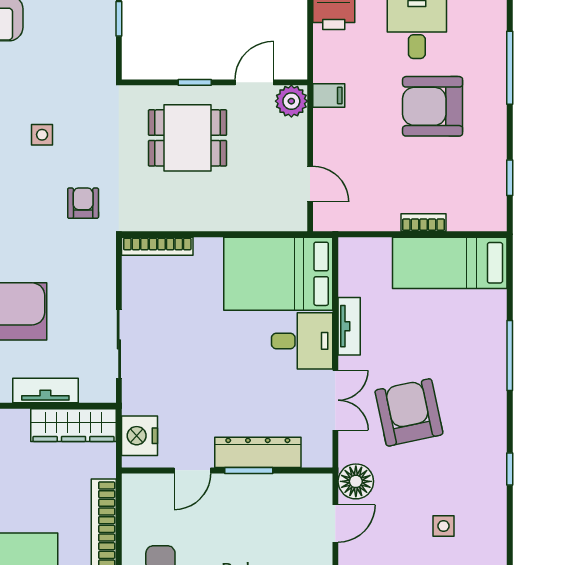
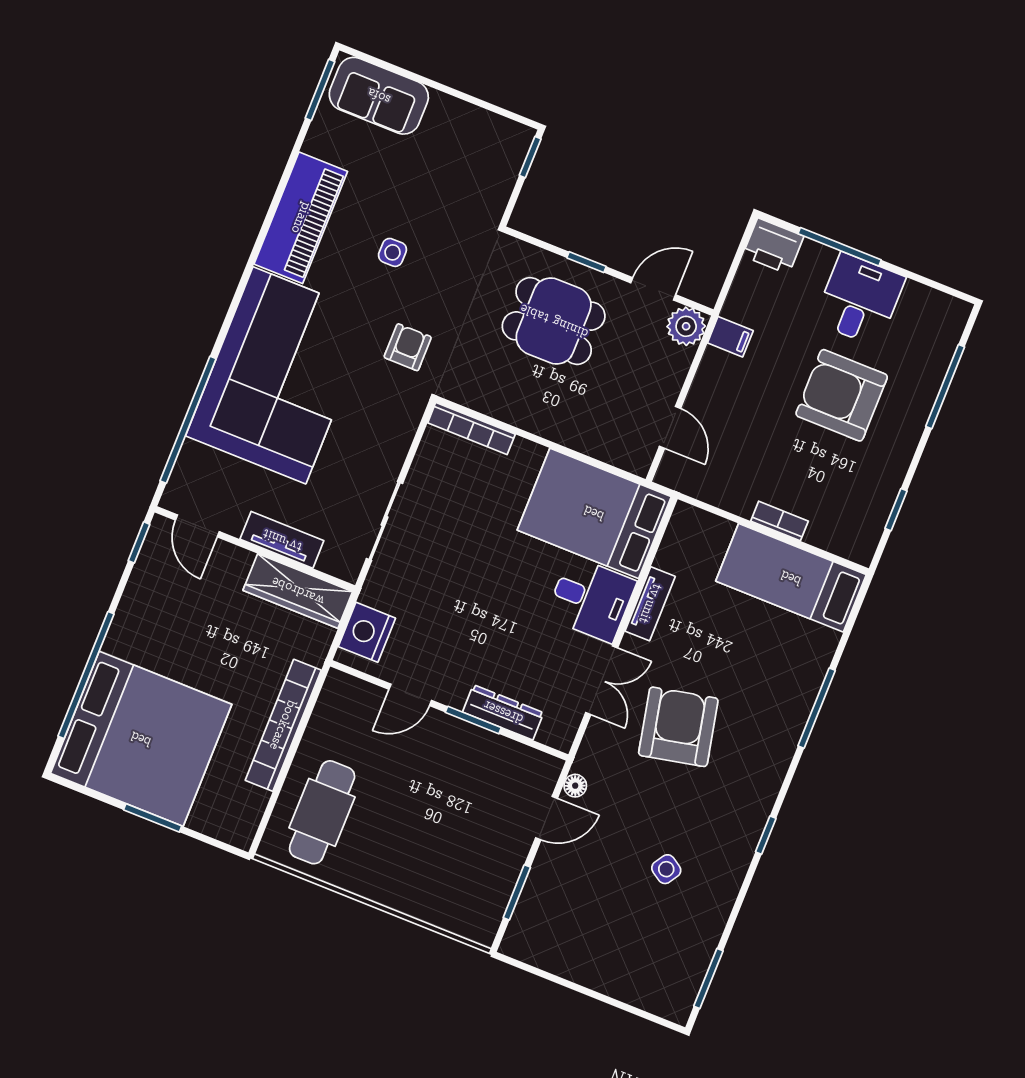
dresser: (258, 452) -> (503, 712), width x0.73, depth x0.80
floor lamp: (356, 481) -> (575, 786), width x0.53, depth x0.53
side table: (444, 526) -> (666, 869), turned 33

